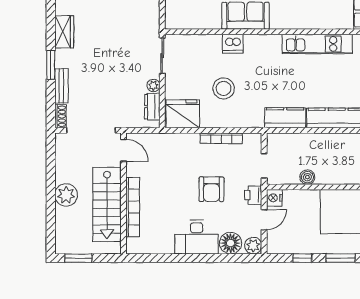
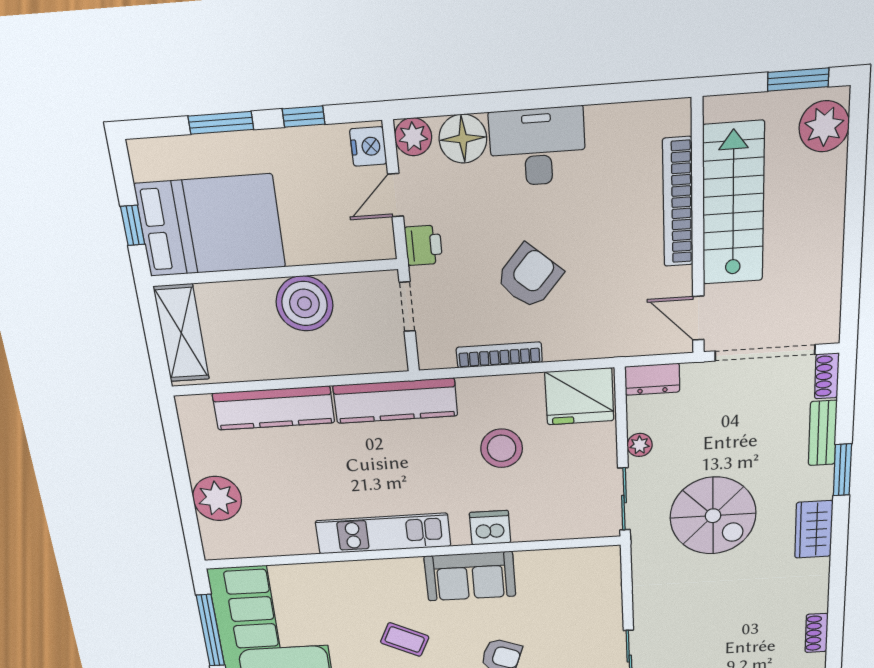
spiral stairs: (116, 43) -> (713, 516), added
kitchen unit: (317, 44) -> (383, 534), moved
dresser: (152, 107) -> (652, 379), moved, turned 90
kitchen counter: (285, 118) -> (395, 401), width x1.50
boiler: (307, 177) -> (304, 304), width x1.86, depth x1.86
armchair: (211, 189) -> (529, 276), moved, turned 41
plant: (66, 195) -> (824, 126), moved
nightstand: (274, 198) -> (368, 146), moved

